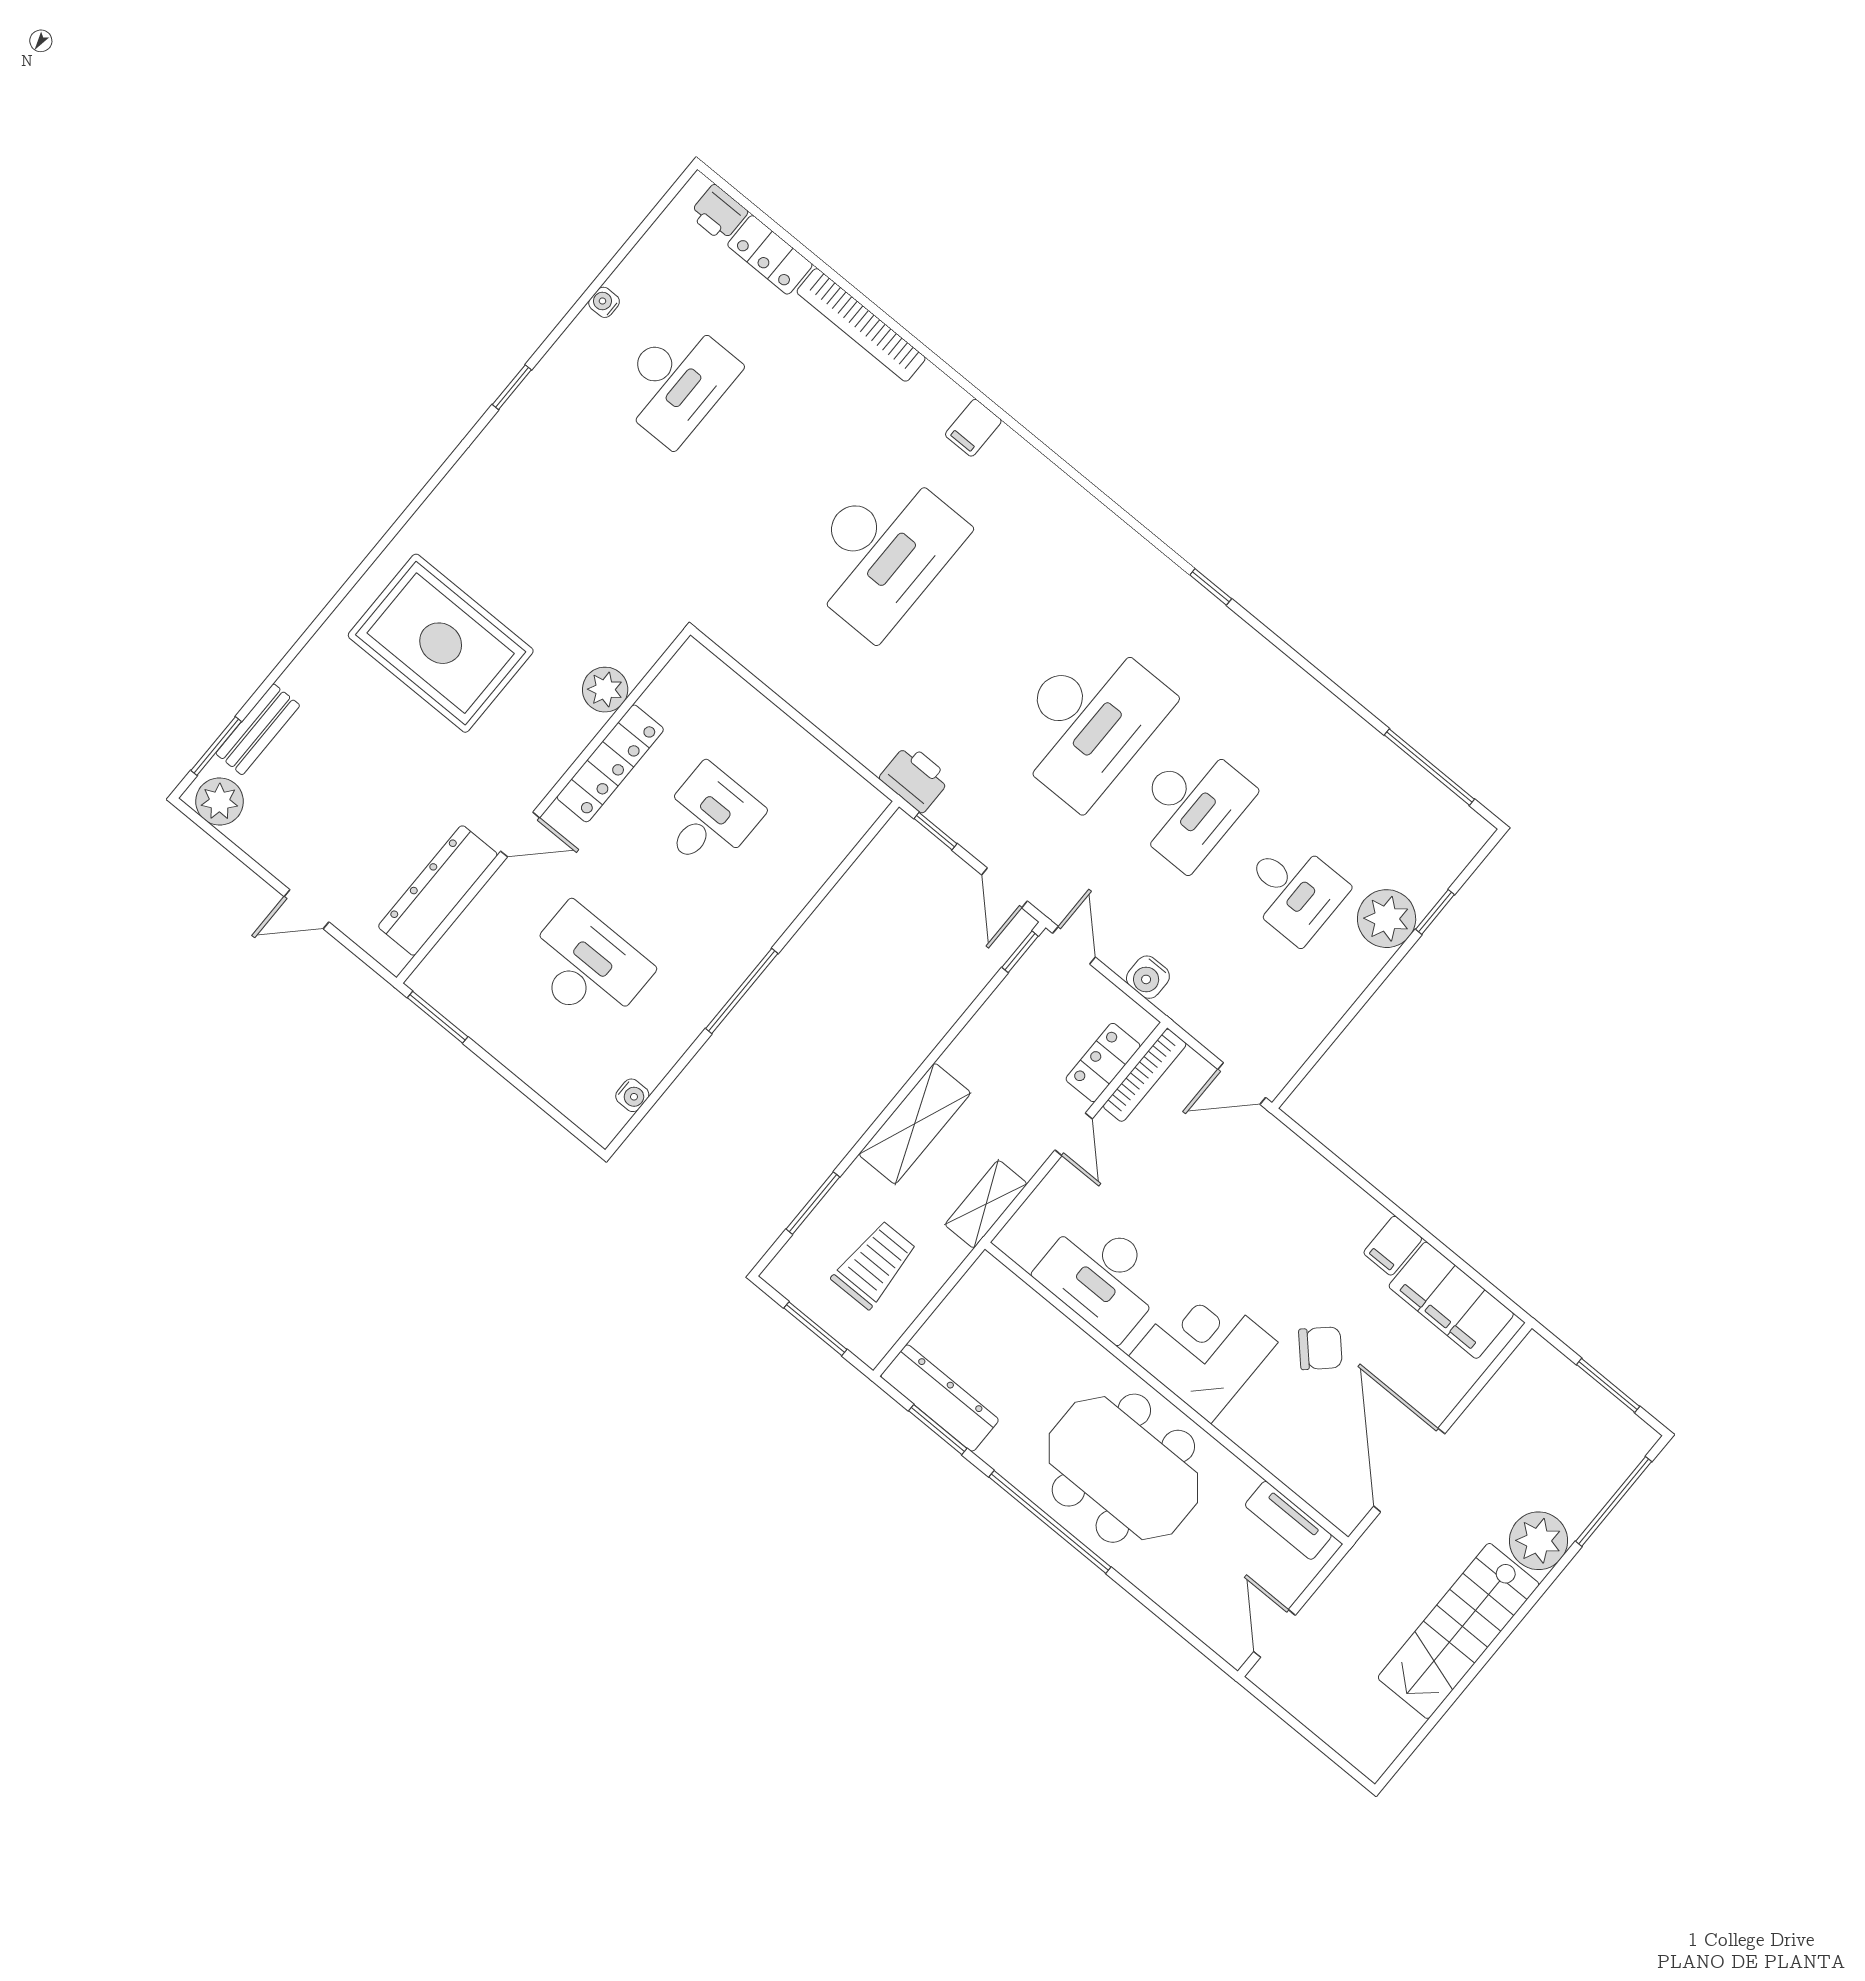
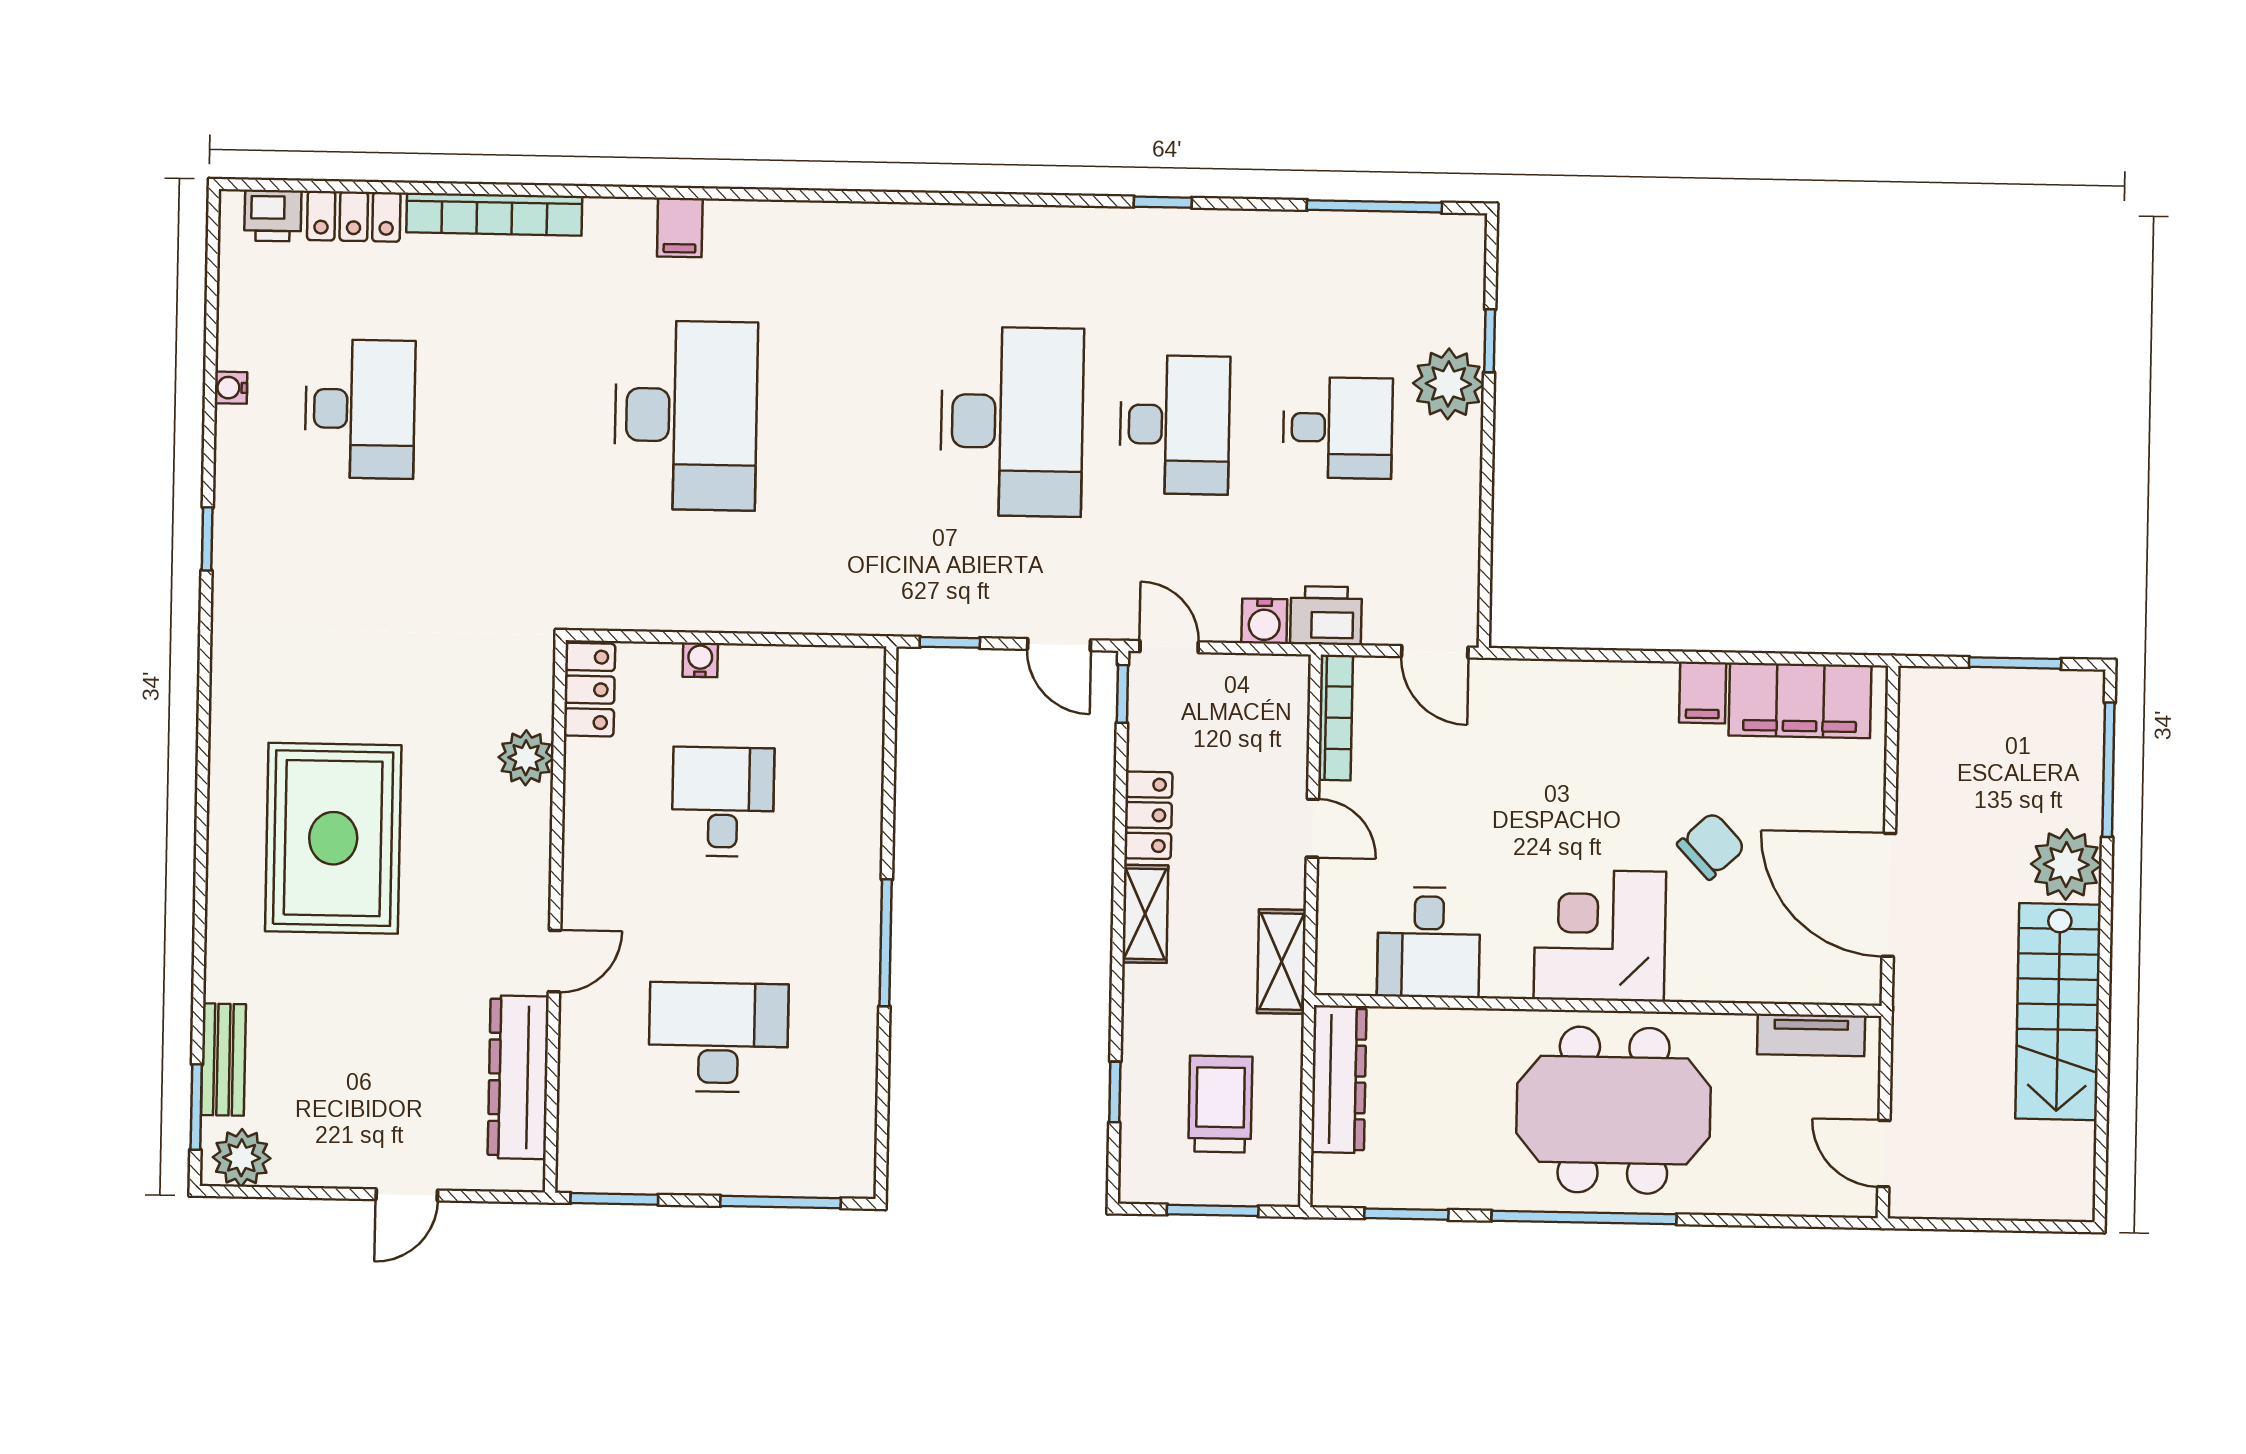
window: (1211, 587) -> (1163, 202), moved
rug: (441, 643) -> (333, 838), turned 90
locker: (610, 763) -> (589, 690), moved, width x0.66
printer: (915, 778) -> (1326, 616), moved
locker: (1103, 1063) -> (1148, 815), moved, turned 180
door: (1242, 1083) -> (1435, 652), hinge flipped
water cooler: (632, 1095) -> (700, 660), moved, turned -90
window: (543, 1104) -> (781, 1202), added
shelving: (915, 1124) -> (1145, 914), width x0.67, depth x0.75
window: (813, 1203) -> (1115, 1092), width x0.67
desk: (1102, 1277) -> (1429, 942), width x0.73
dresser: (940, 1398) -> (1339, 1079), moved, turned 90

